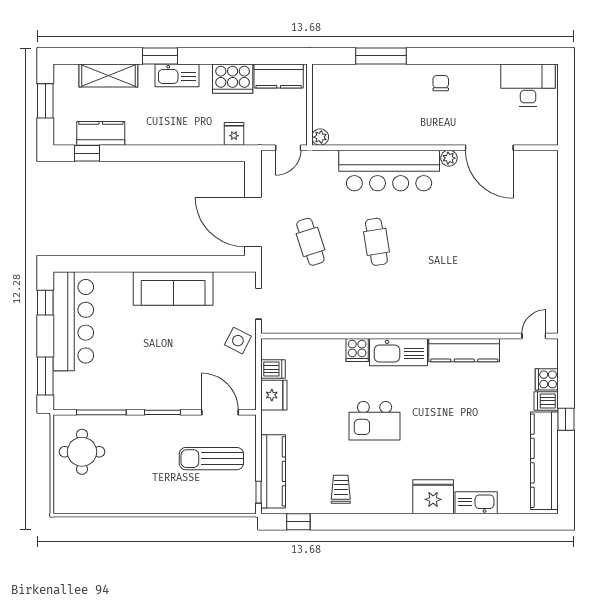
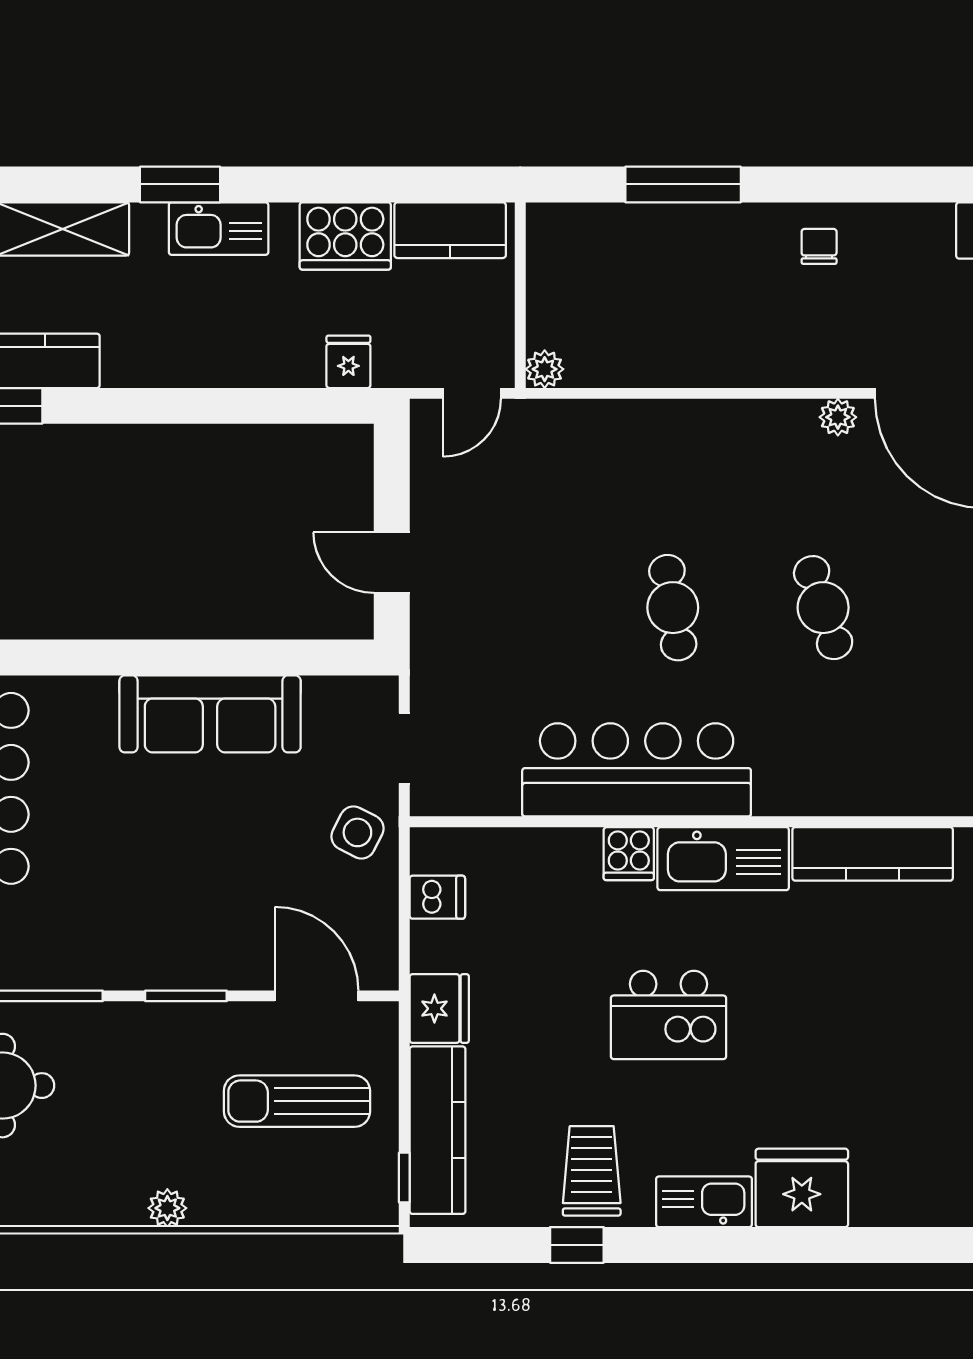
bar counter: (389, 171) -> (637, 770), moved, turned 180
door: (253, 222) -> (392, 563), width x0.53
cafe table: (310, 242) -> (823, 608), moved
fridge: (274, 395) -> (439, 1009), moved
trolley: (341, 489) -> (592, 1171), width x1.36, depth x1.39
kitchen sink: (476, 503) -> (704, 1202), moved
plant: (154, 506) -> (167, 1208), added
window: (298, 522) -> (577, 1245), moved

